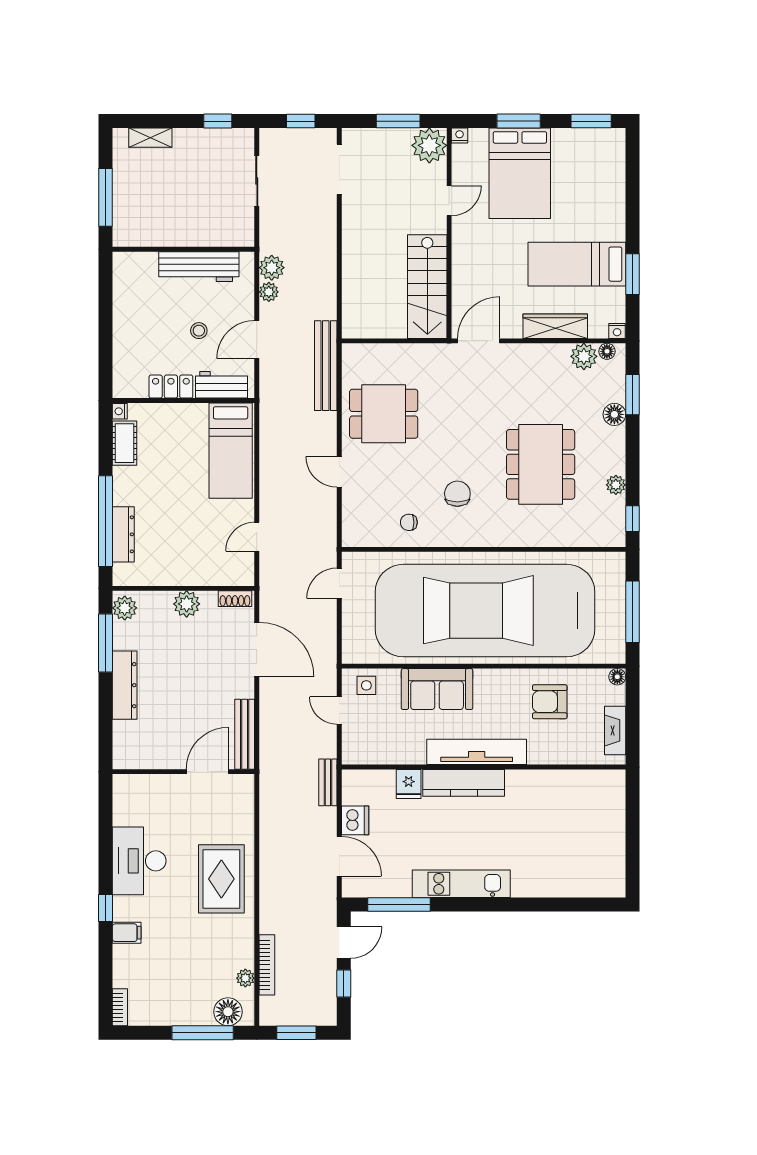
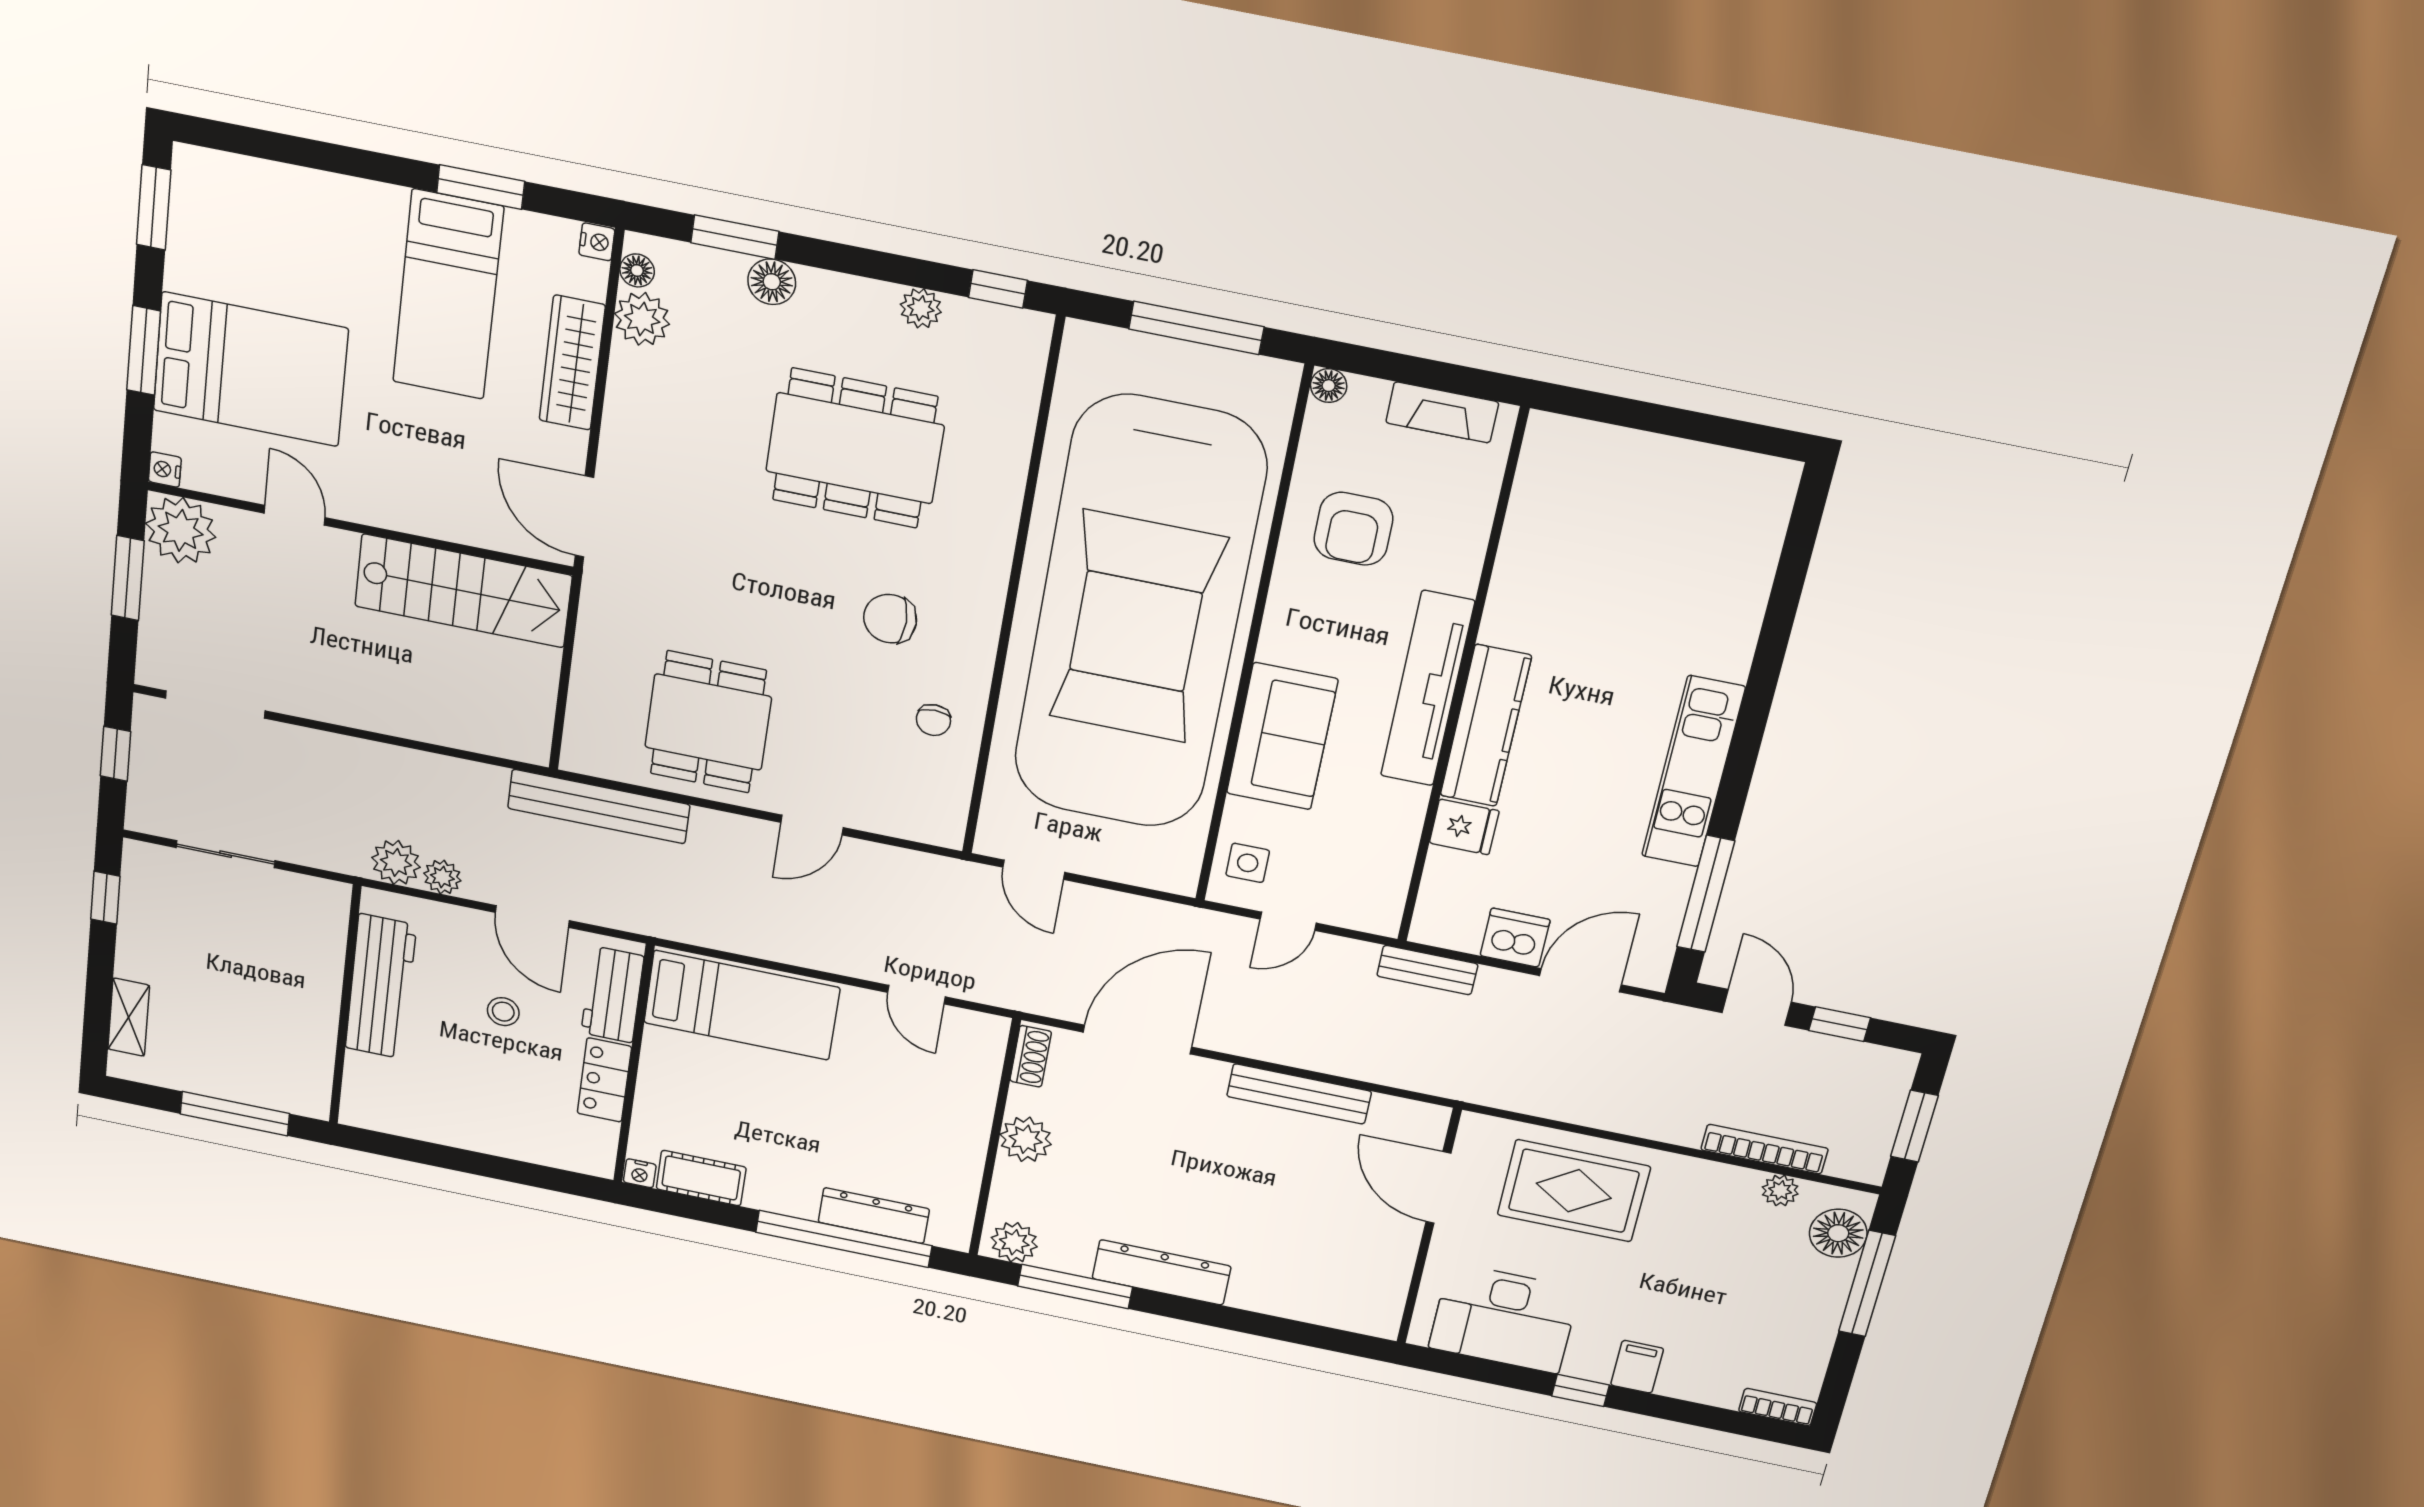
wall: (183, 772) -> (1429, 1227), moved
door: (207, 772) -> (1438, 1188), moved

